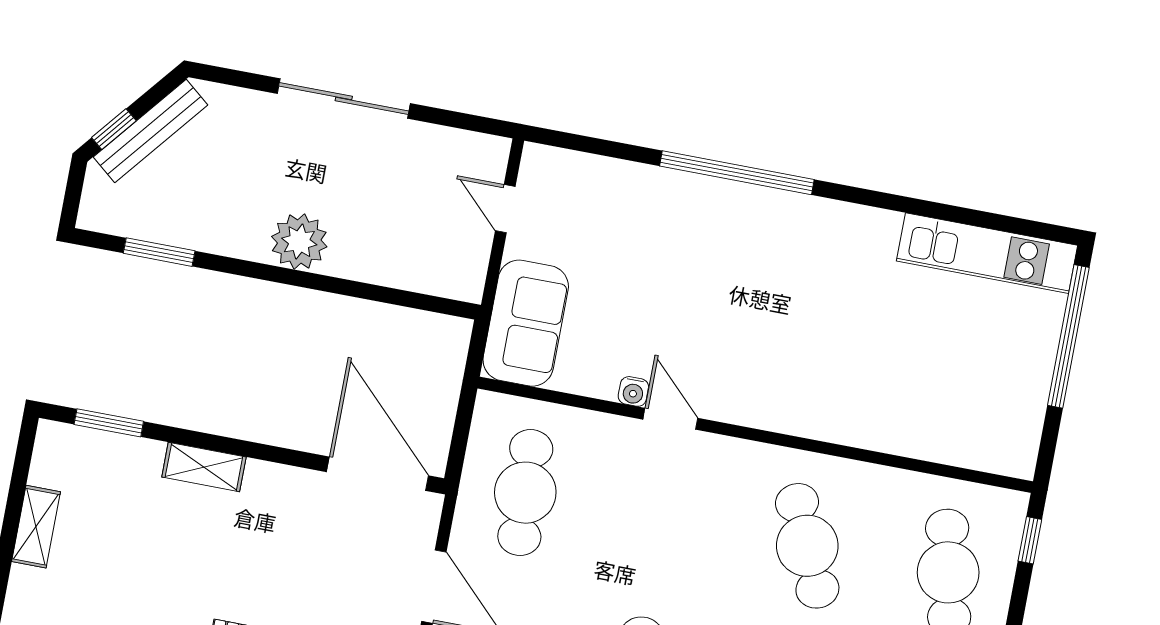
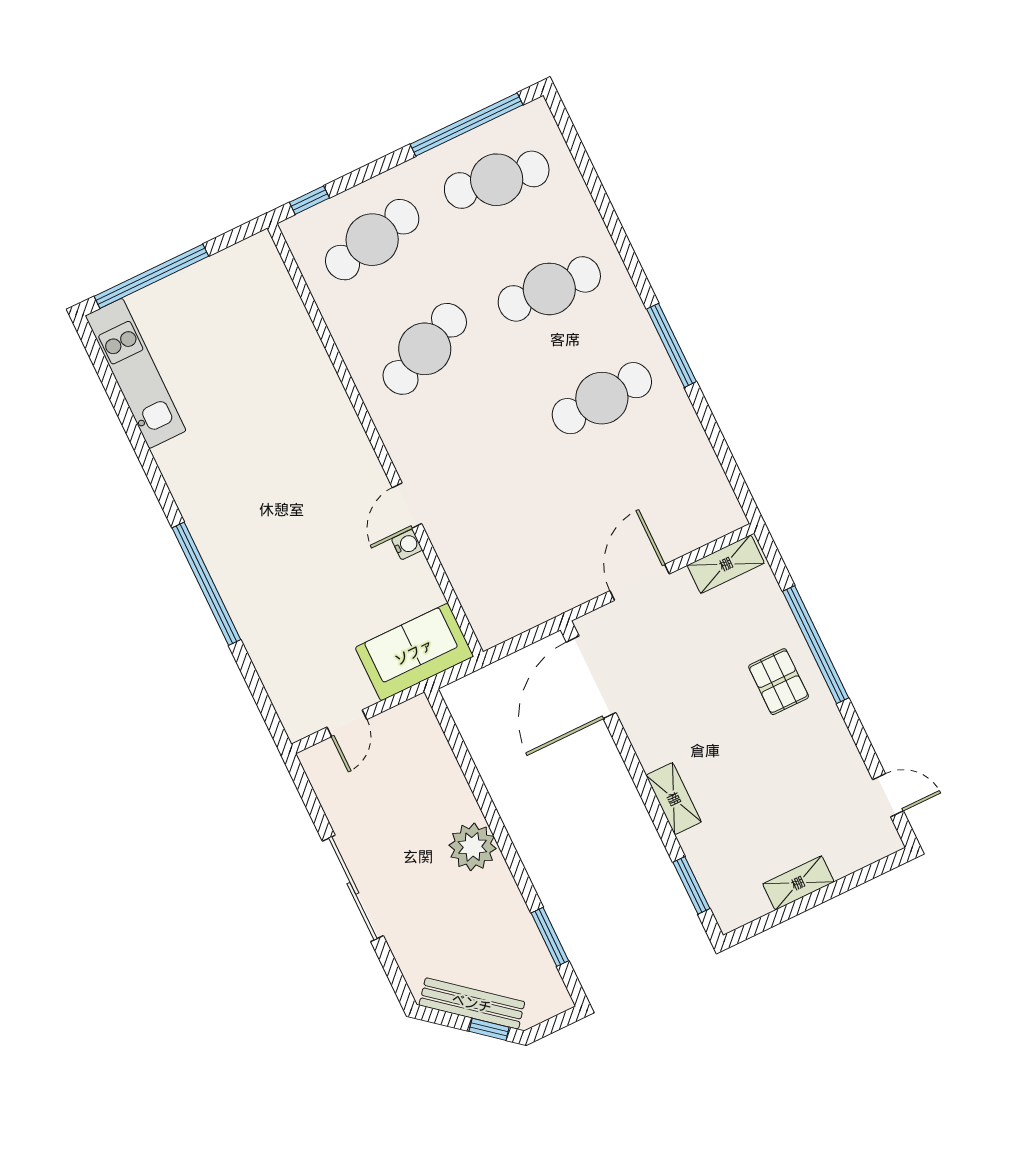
cafe table: (525, 493) -> (530, 567), removed

